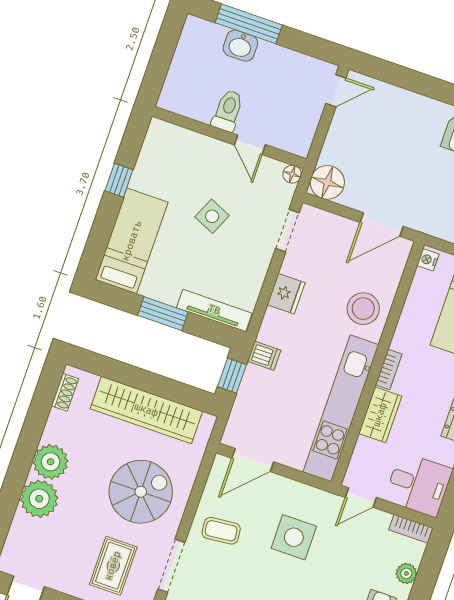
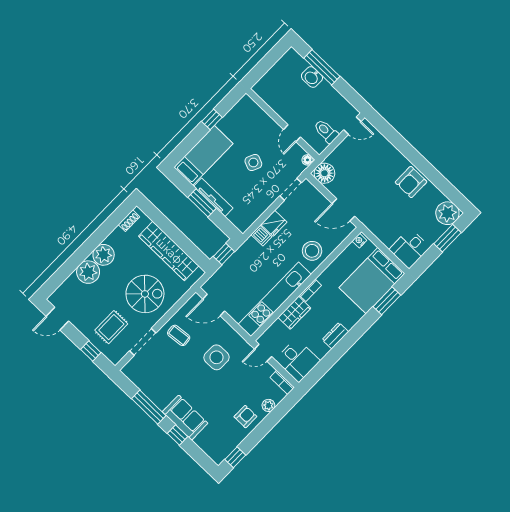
toilet: (228, 111) -> (326, 131), moved, turned -90
tv unit: (214, 310) -> (213, 197), moved
dishwasher: (264, 356) -> (261, 236), moved

